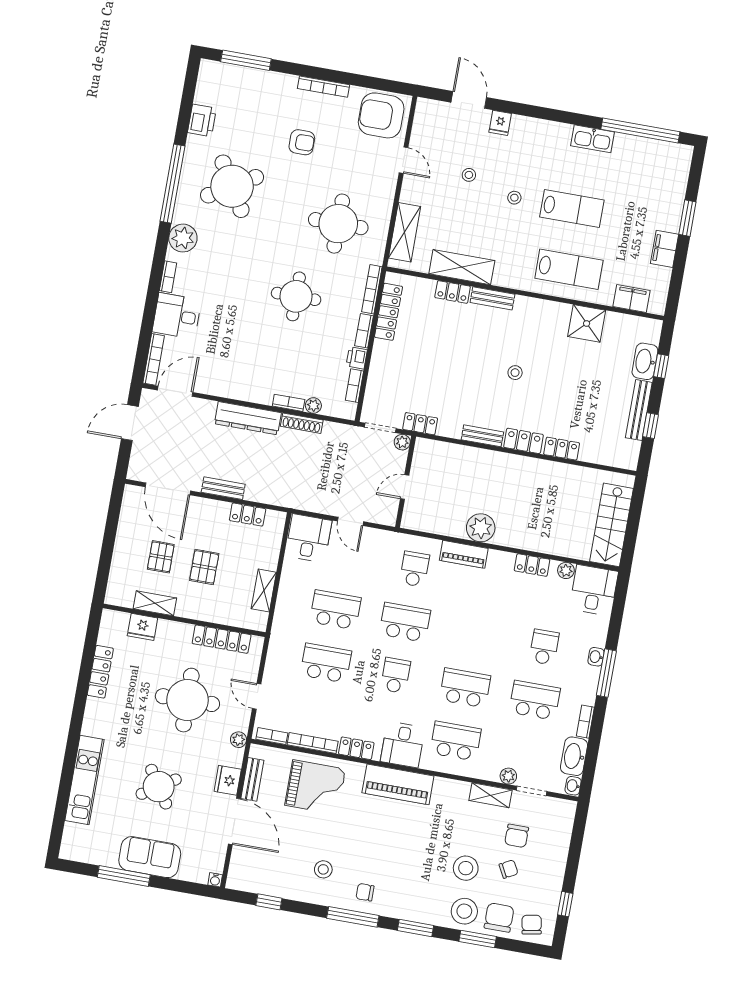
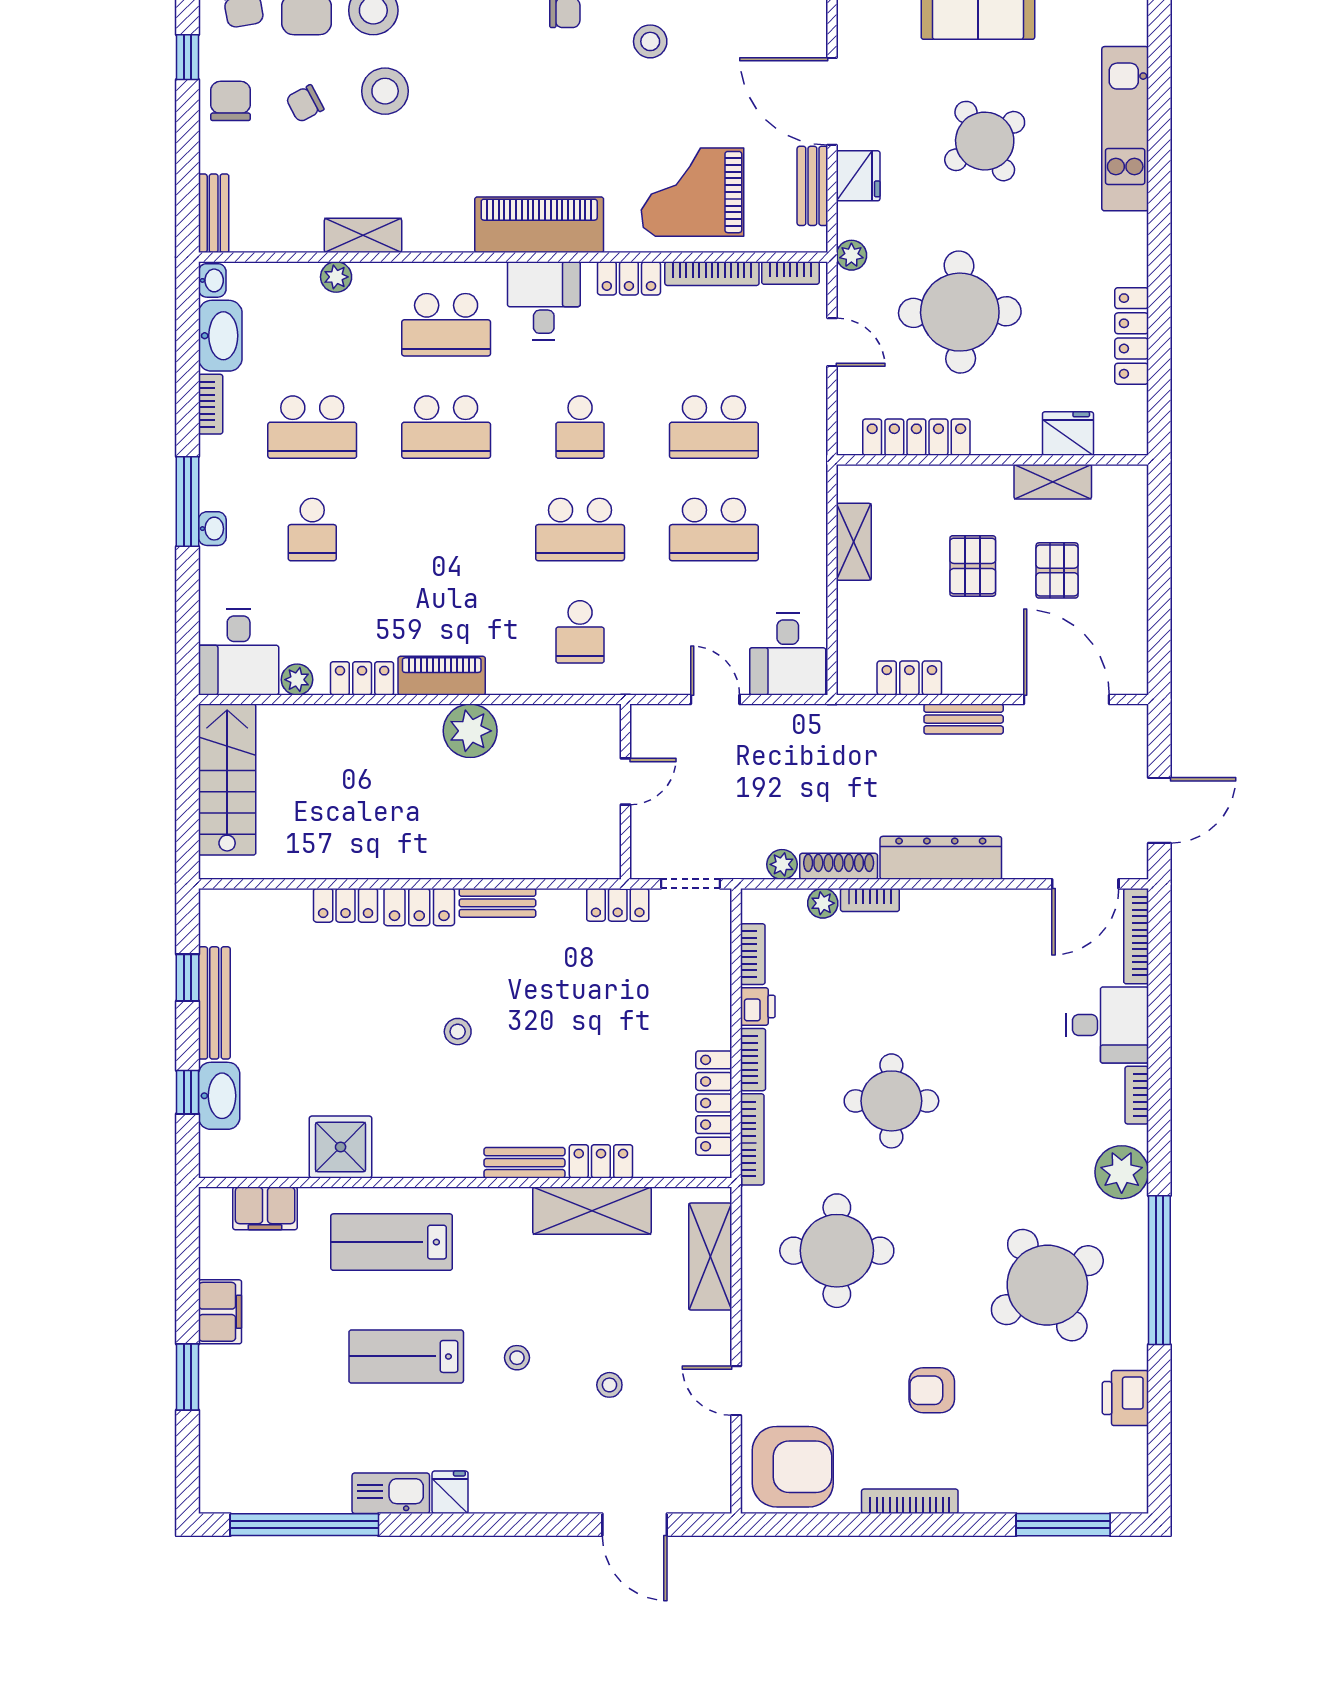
fridge: (500, 123) -> (450, 1492), moved
plant: (402, 442) -> (782, 864), moved
piano: (464, 554) -> (442, 676), moved
doorway: (531, 791) -> (288, 257), removed
bench: (566, 821) -> (214, 213), added
chair: (517, 836) -> (231, 101), moved

